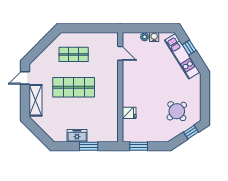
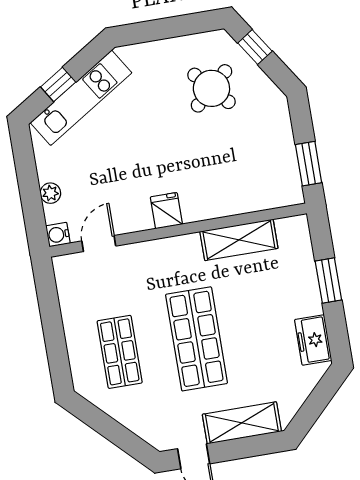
water cooler: (154, 37) -> (58, 235), moved
shelving: (112, 112) -> (239, 240), added
fridge: (129, 113) -> (166, 211), moved
freezer: (77, 136) -> (313, 340), moved

